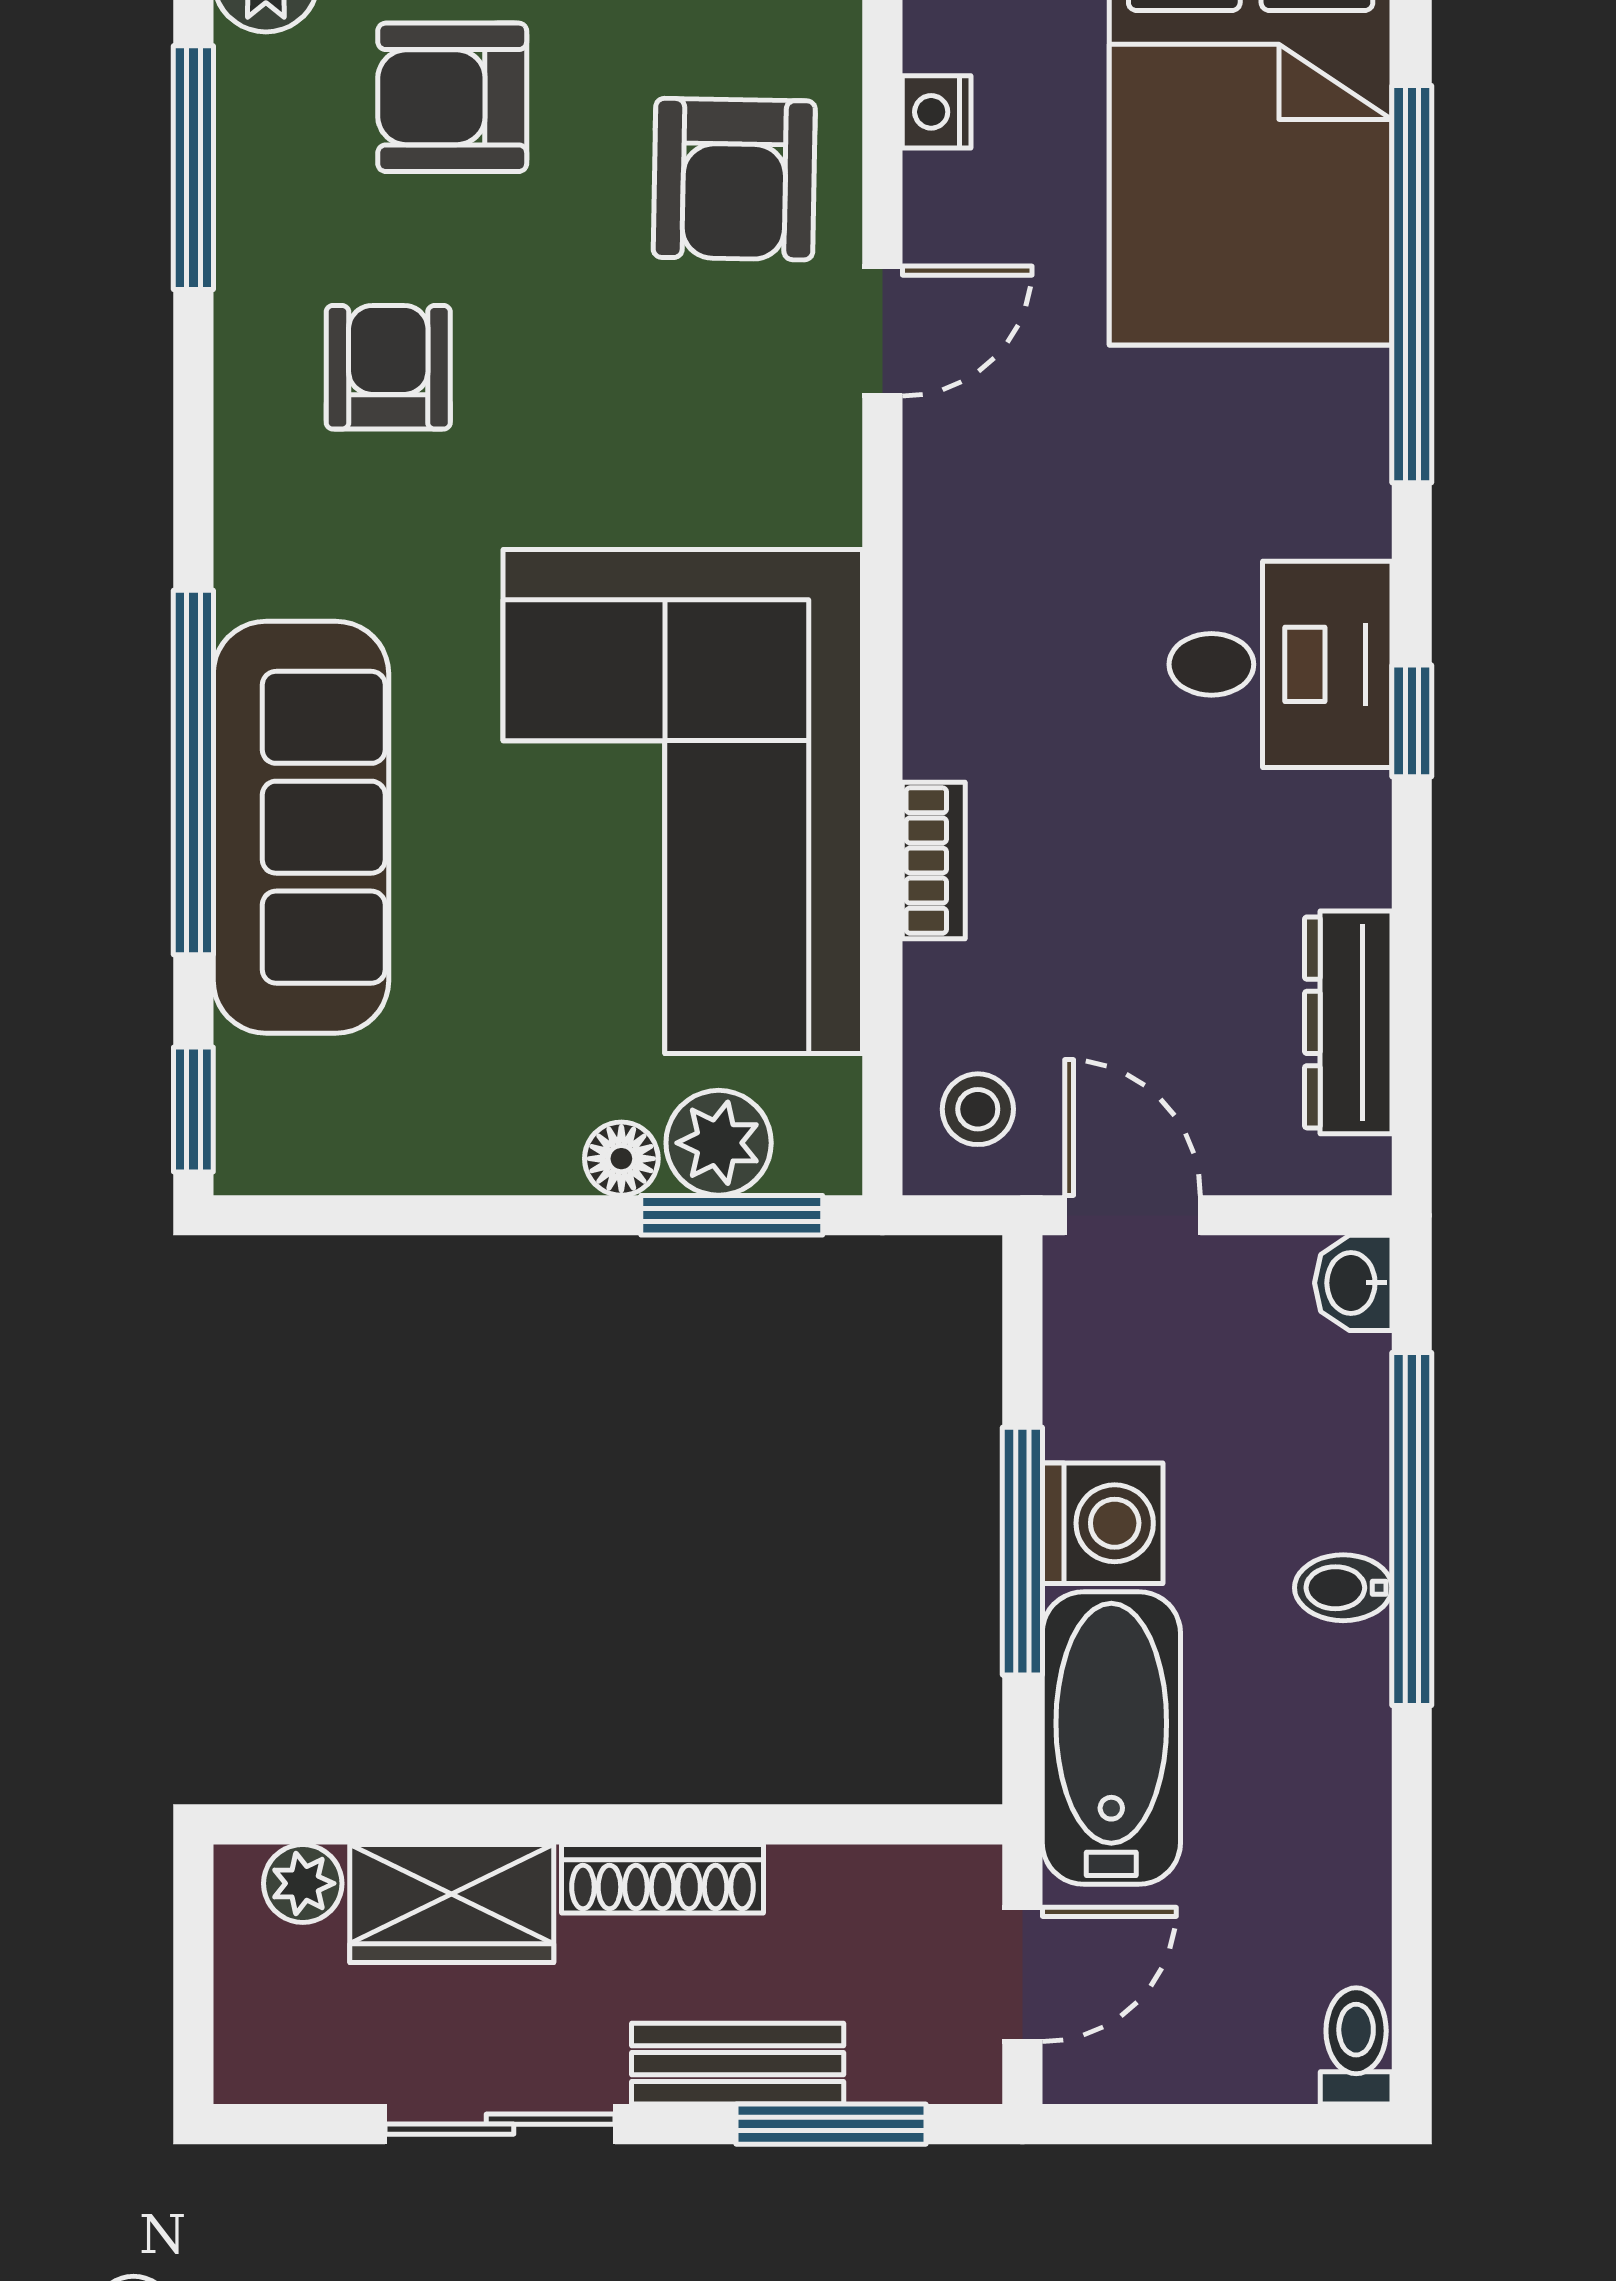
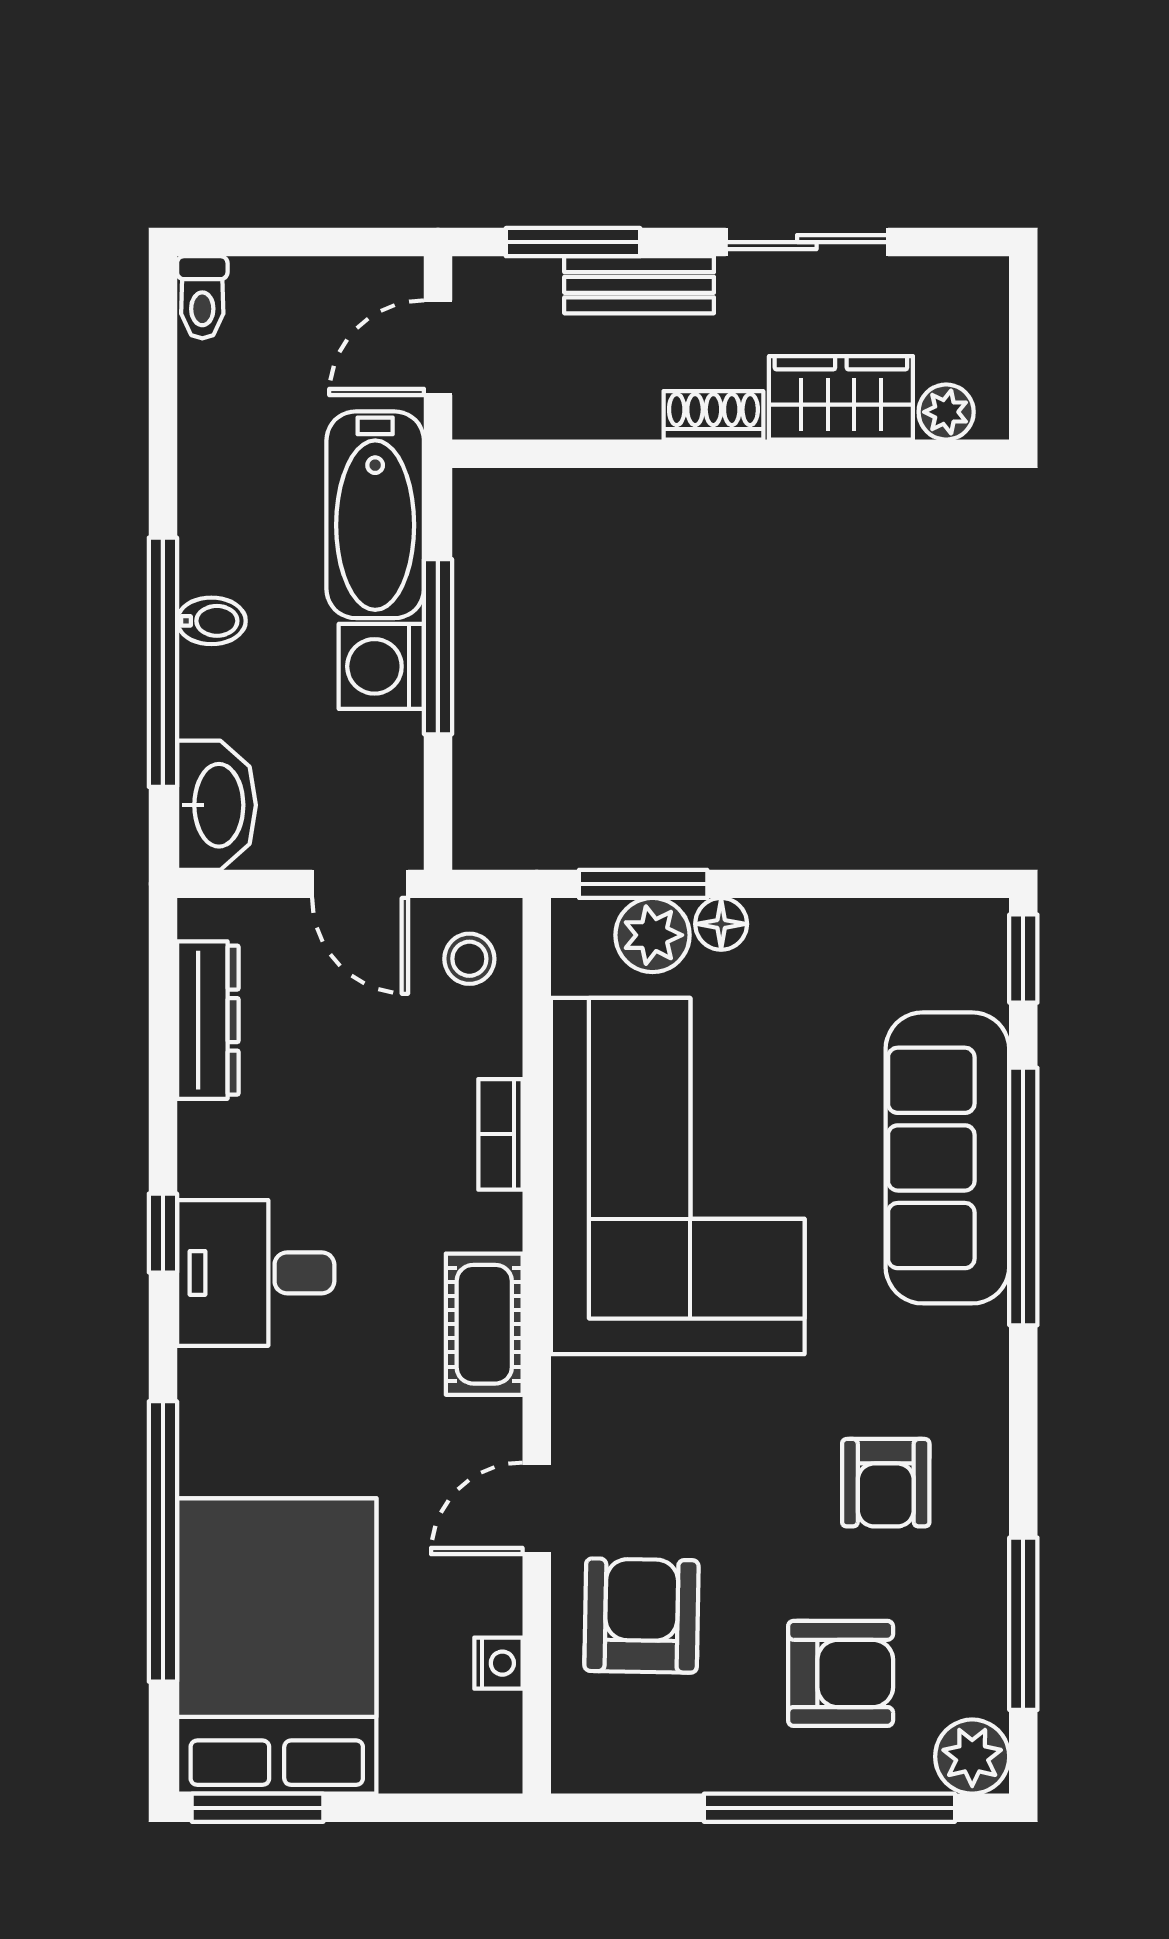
cot: (957, 592) -> (484, 1324), added
washbasin: (1353, 1283) -> (216, 805), width x1.91, depth x1.45
shoe rack: (663, 1879) -> (713, 415), width x0.70

